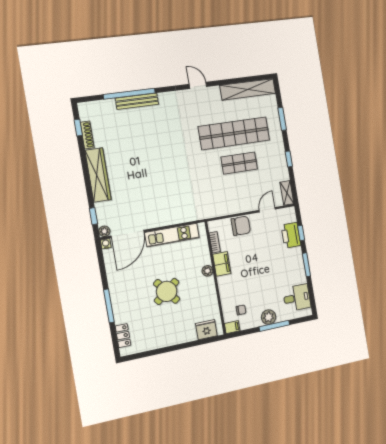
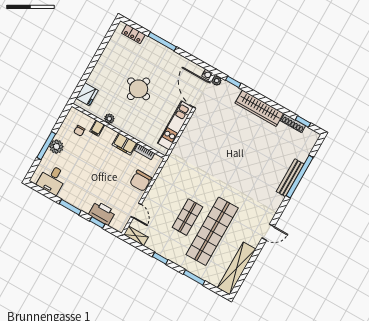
plant: (207, 271) -> (109, 119), moved
round table: (167, 291) -> (139, 89), turned -36
filing cabinet: (232, 327) -> (97, 128), moved

